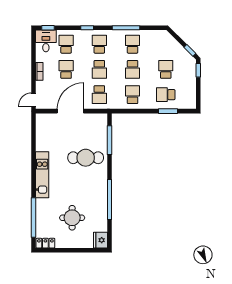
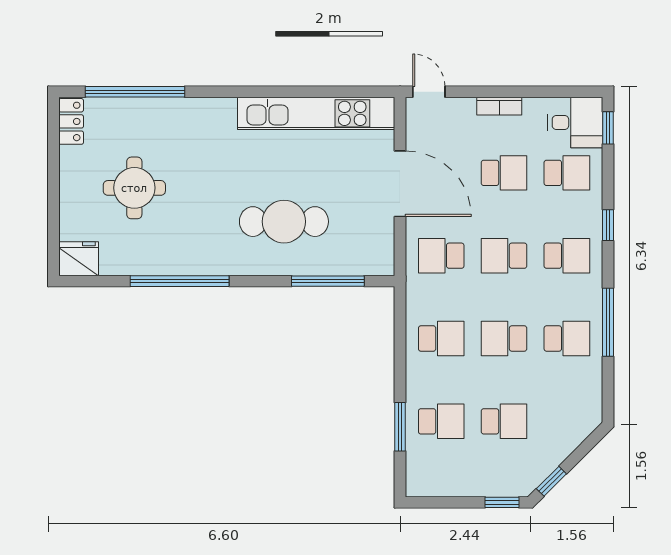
school desk: (166, 95) -> (441, 421), turned 90
cafe table: (86, 158) -> (284, 222), turned 90
kitchen unit: (42, 175) -> (316, 113), moved, width x1.36

